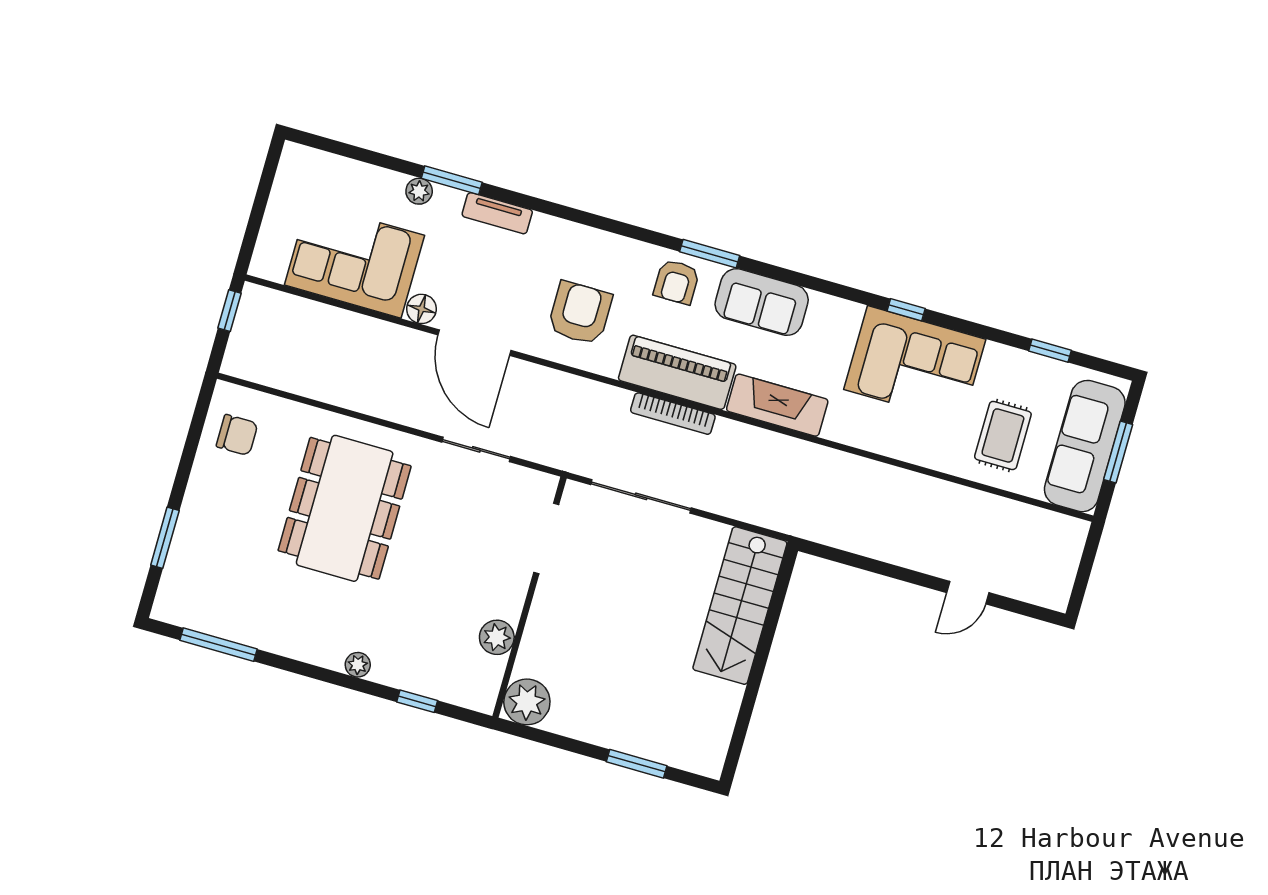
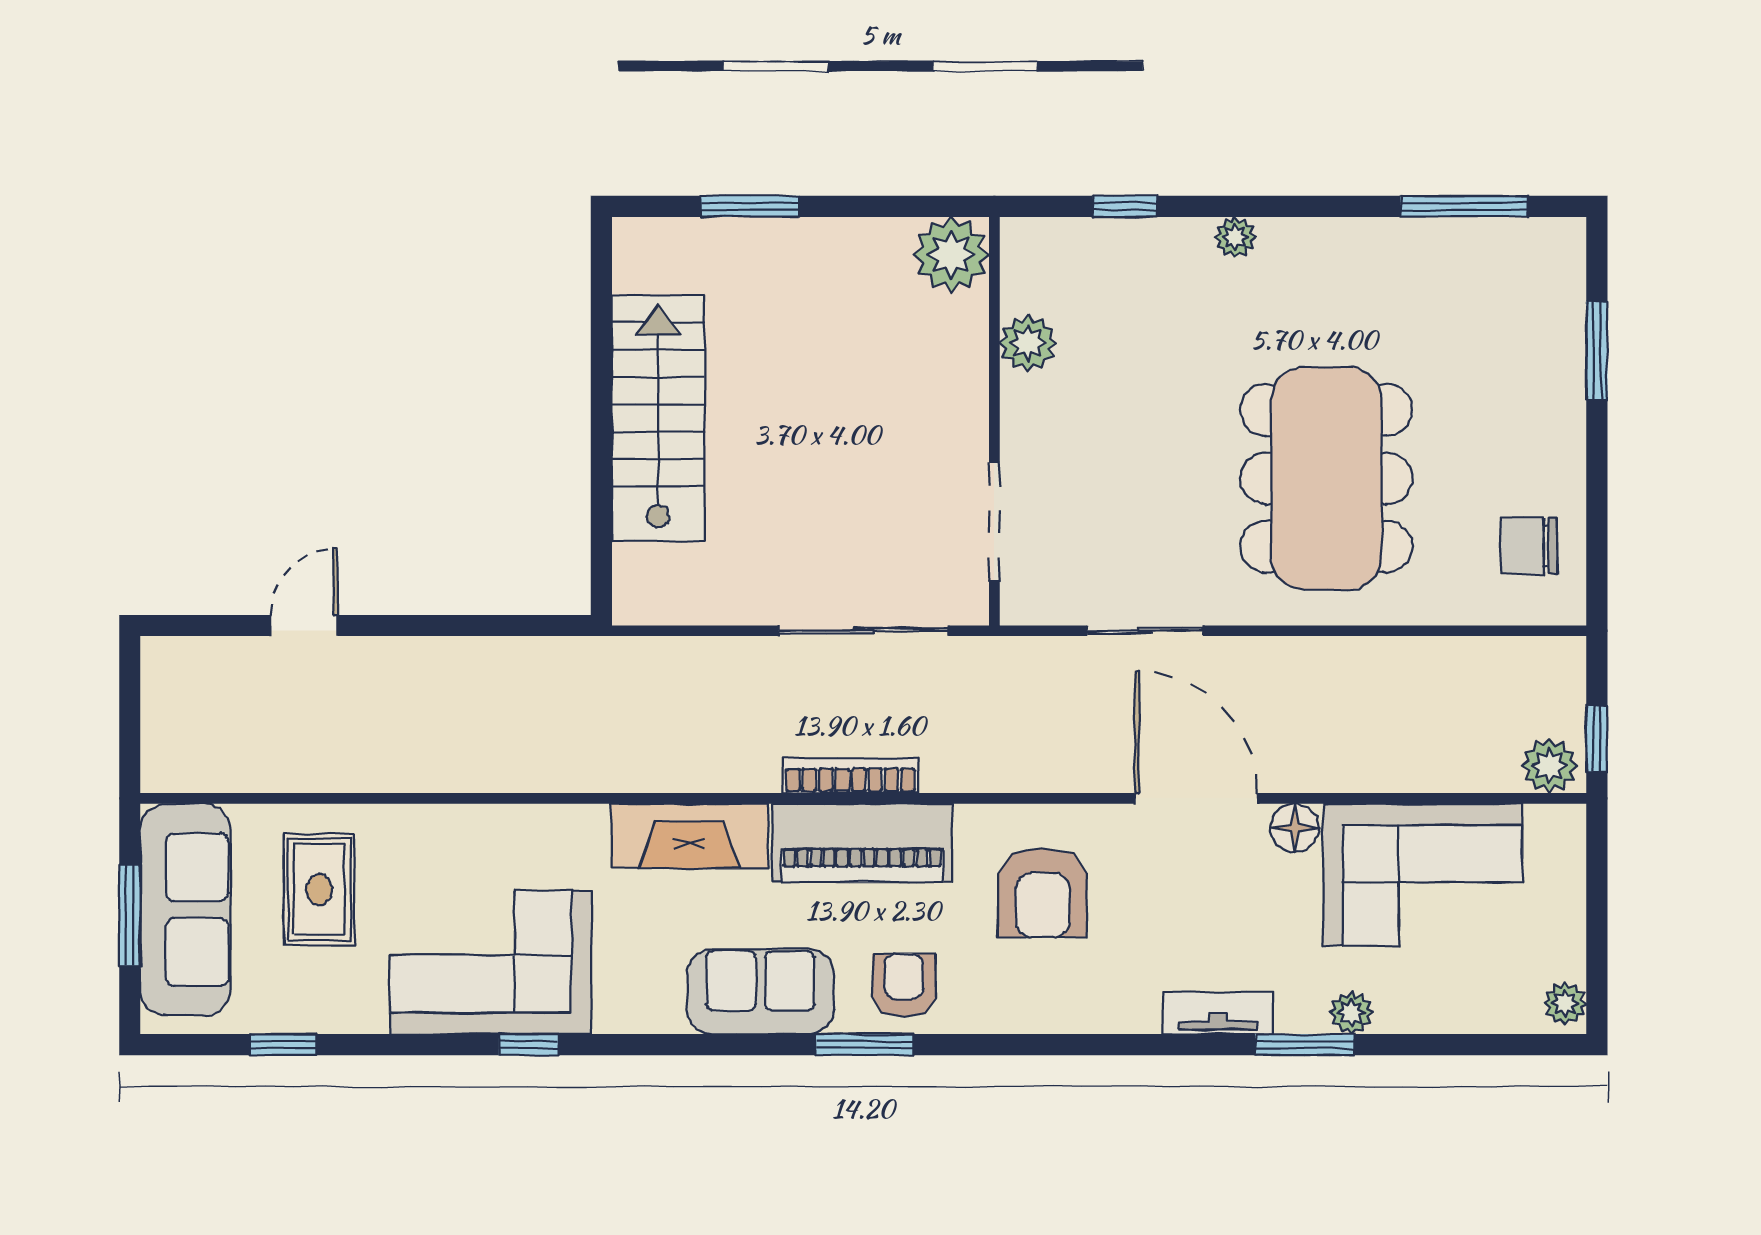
plant: (292, 161) -> (1565, 1003), added
plant: (262, 303) -> (1549, 766), added
stairs: (740, 606) -> (658, 418), moved

